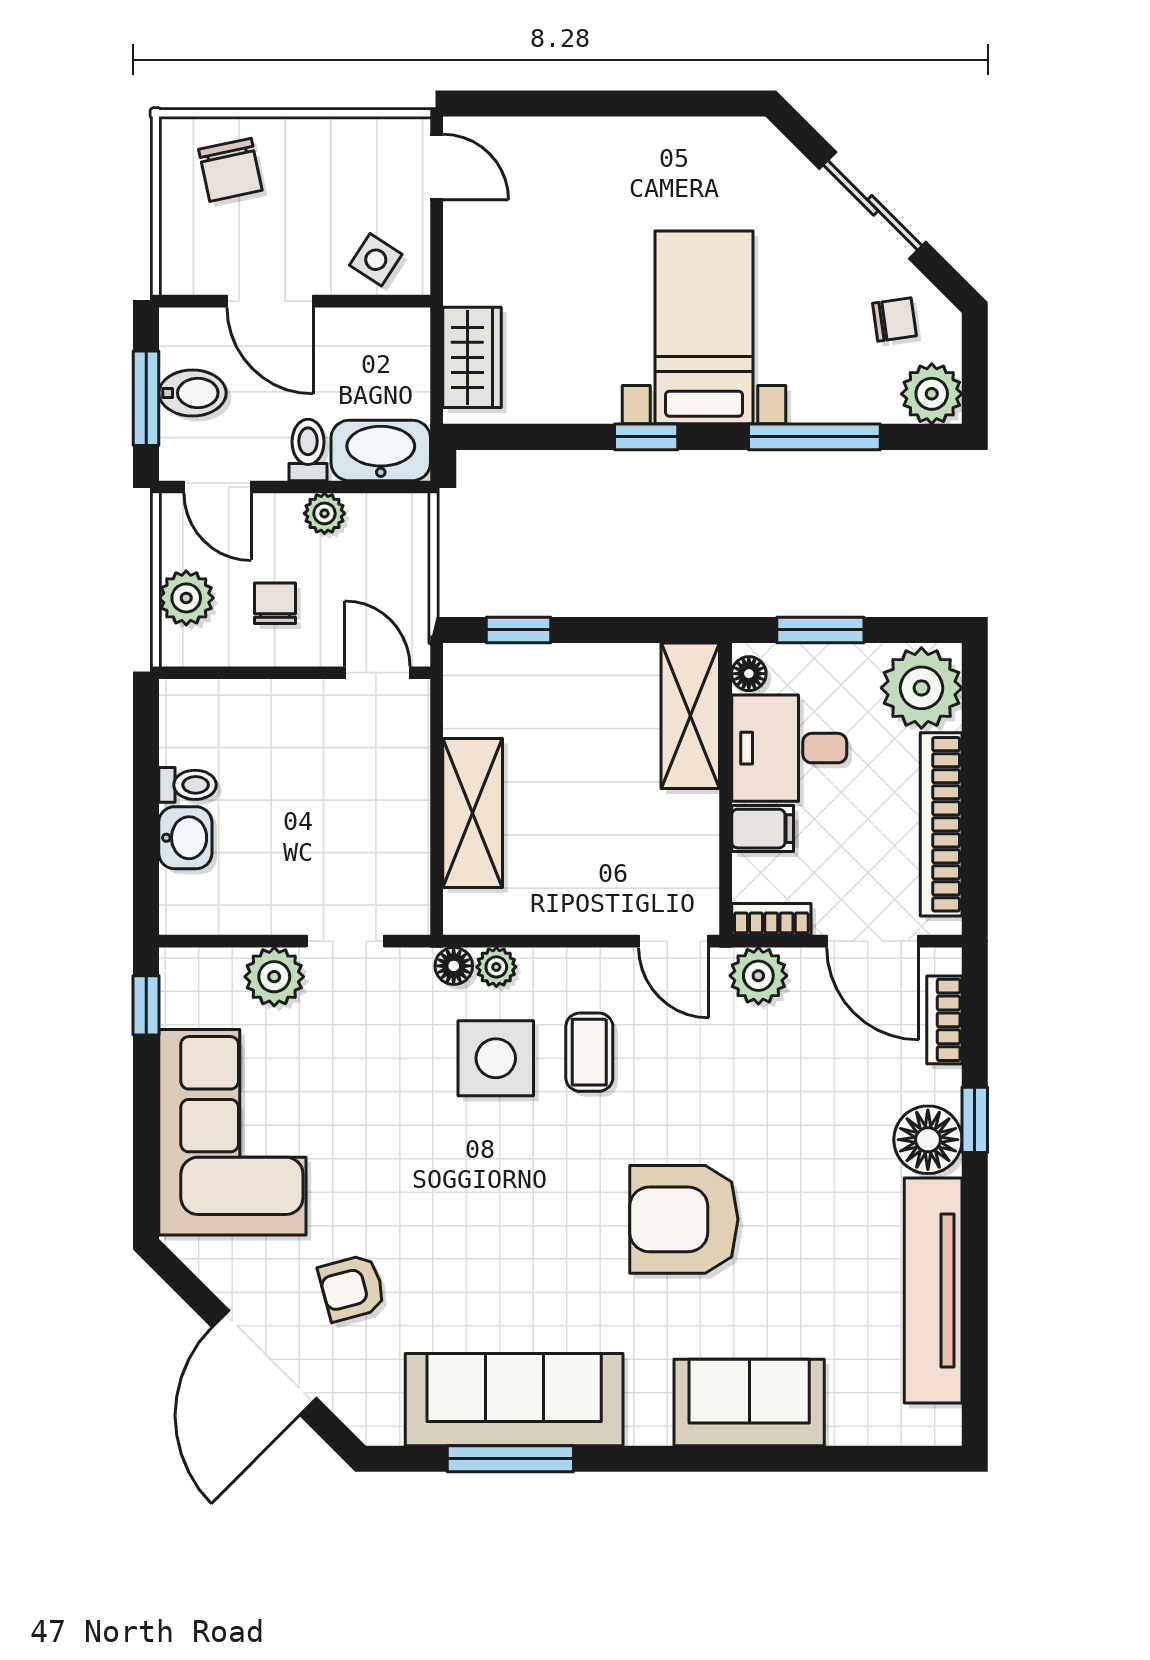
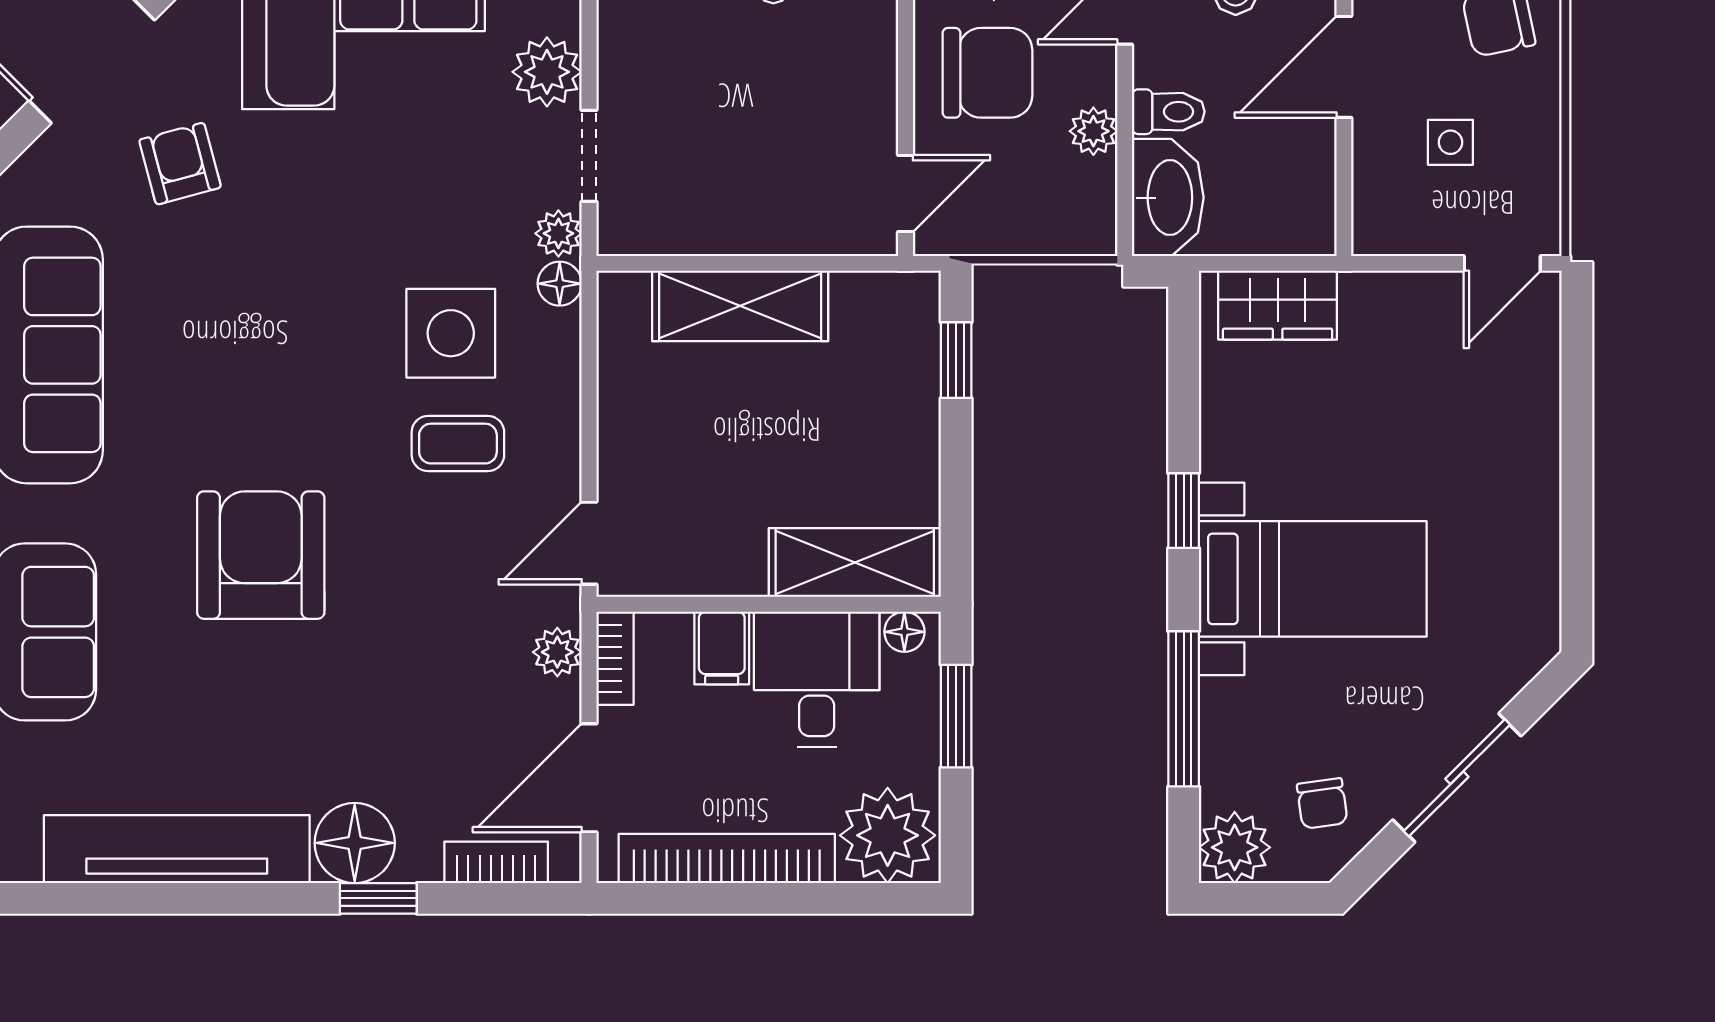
side table: (376, 260) -> (1450, 142), moved, turned -33
chair: (275, 603) -> (987, 73), width x1.87, depth x1.87
plant: (496, 967) -> (558, 233), moved
plant: (758, 976) -> (557, 652), width x0.73, depth x0.73

